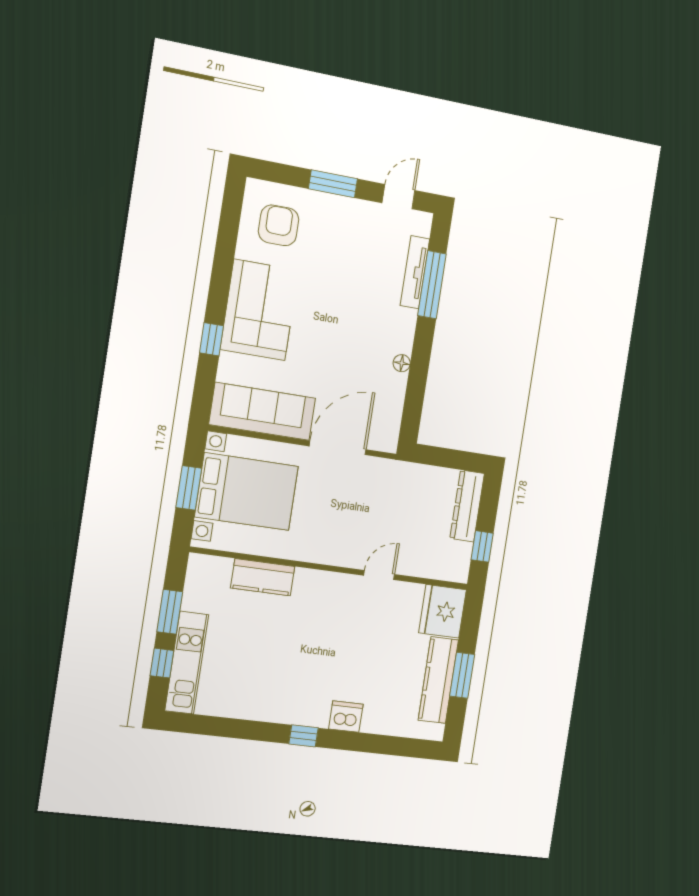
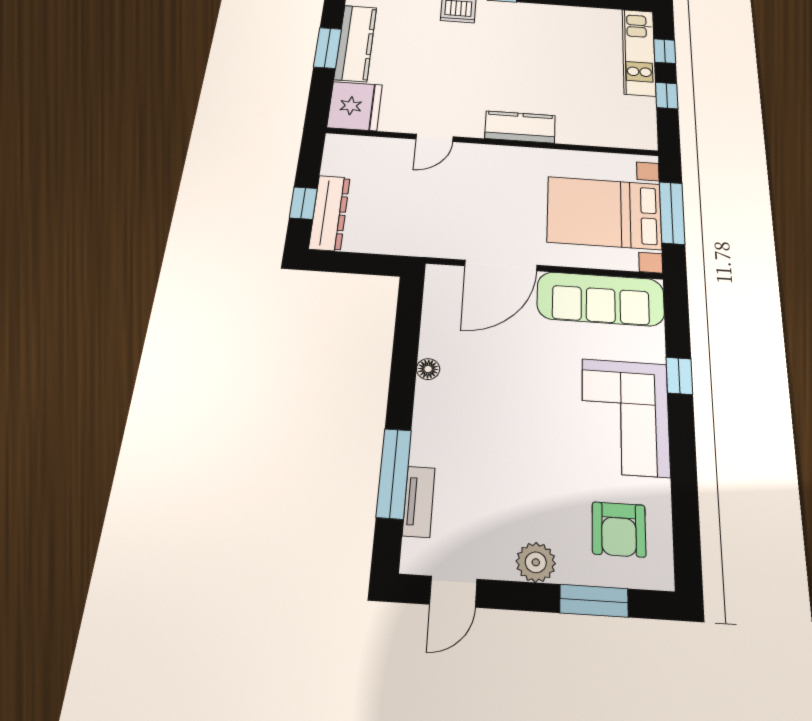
window: (333, 184) -> (594, 601), moved
plant: (340, 209) -> (536, 562), added
tv unit: (415, 272) -> (419, 502), width x0.71
window: (189, 488) -> (672, 213), width x1.44
window: (482, 546) -> (303, 203), moved
kitchen counter: (263, 577) -> (520, 127), moved
window: (170, 612) -> (667, 95), width x0.67

